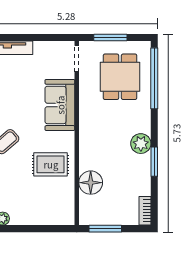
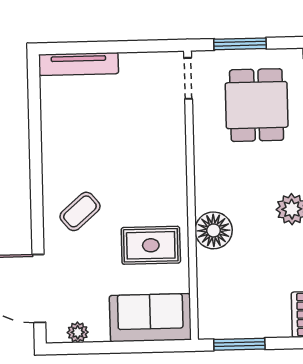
sofa: (60, 105) -> (150, 318), moved, turned 90
floor lamp: (91, 183) -> (214, 230), moved

